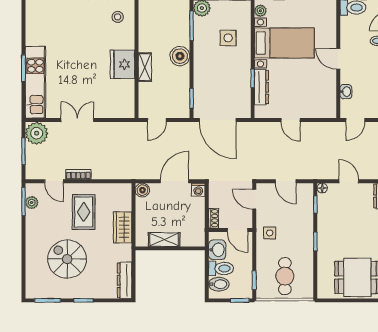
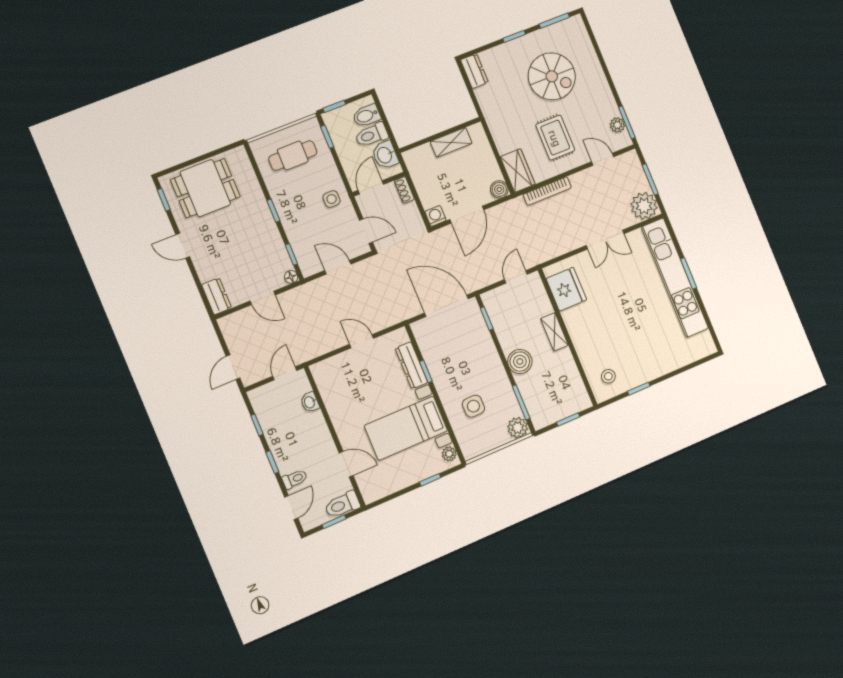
door: (338, 59) -> (346, 464), moved
fridge: (123, 64) -> (566, 289), moved
kitchen unit: (35, 82) -> (675, 278), width x1.36
bookcase: (78, 174) -> (547, 191), moved, width x1.56
wardrobe: (123, 227) -> (518, 171), moved
door: (237, 230) -> (371, 187), hinge flipped
cafe table: (285, 276) -> (293, 156), turned 90
dresser: (125, 280) -> (474, 71), width x0.70

